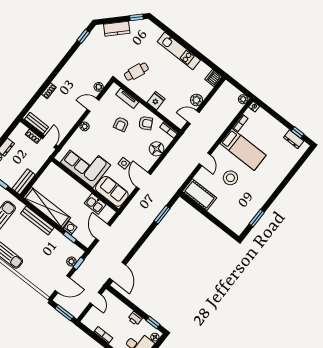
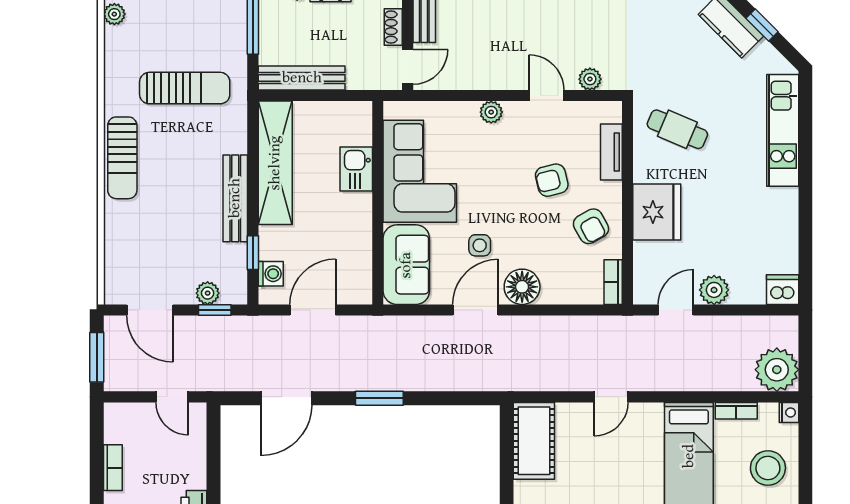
window: (136, 17) -> (762, 25), moved
kitchen unit: (179, 51) -> (783, 130), moved
plant: (243, 99) -> (777, 370), width x1.87, depth x1.87
fridge: (156, 101) -> (657, 212), width x1.88, depth x1.34
door: (193, 117) -> (676, 310), hinge flipped
floor lamp: (157, 149) -> (522, 287), moved
stool: (230, 178) -> (768, 468), moved
bench: (24, 182) -> (302, 78), width x1.36
kitchen sink: (95, 204) -> (356, 169), moved
window: (162, 215) -> (379, 398), moved
bench: (37, 221) -> (235, 198), moved
washing machine: (70, 228) -> (271, 274), moved
door: (117, 272) -> (287, 398), moved
door: (96, 299) -> (172, 397), hinge flipped

